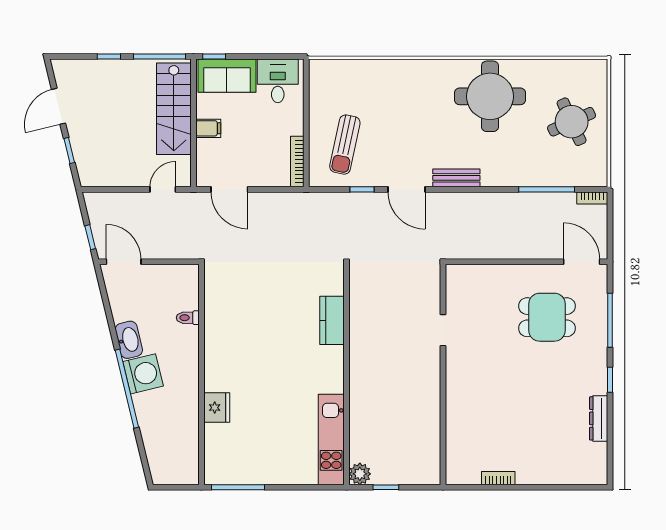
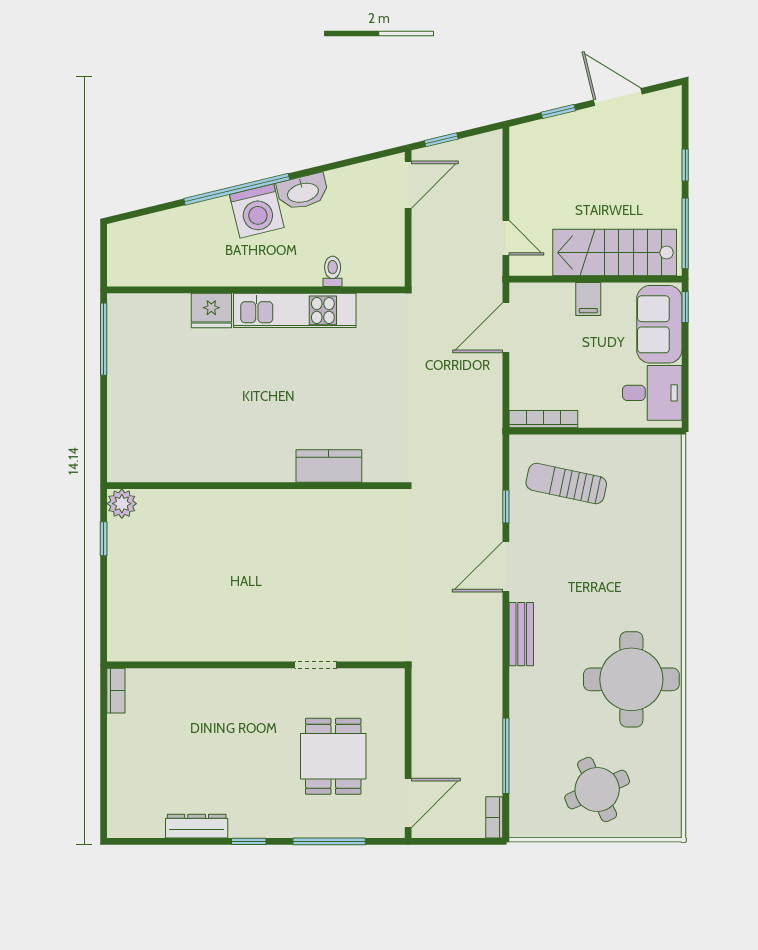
doorway: (443, 330) -> (316, 665), moved
wall: (443, 375) -> (256, 665), moved
kitchen unit: (331, 439) -> (295, 310), moved, turned 180

